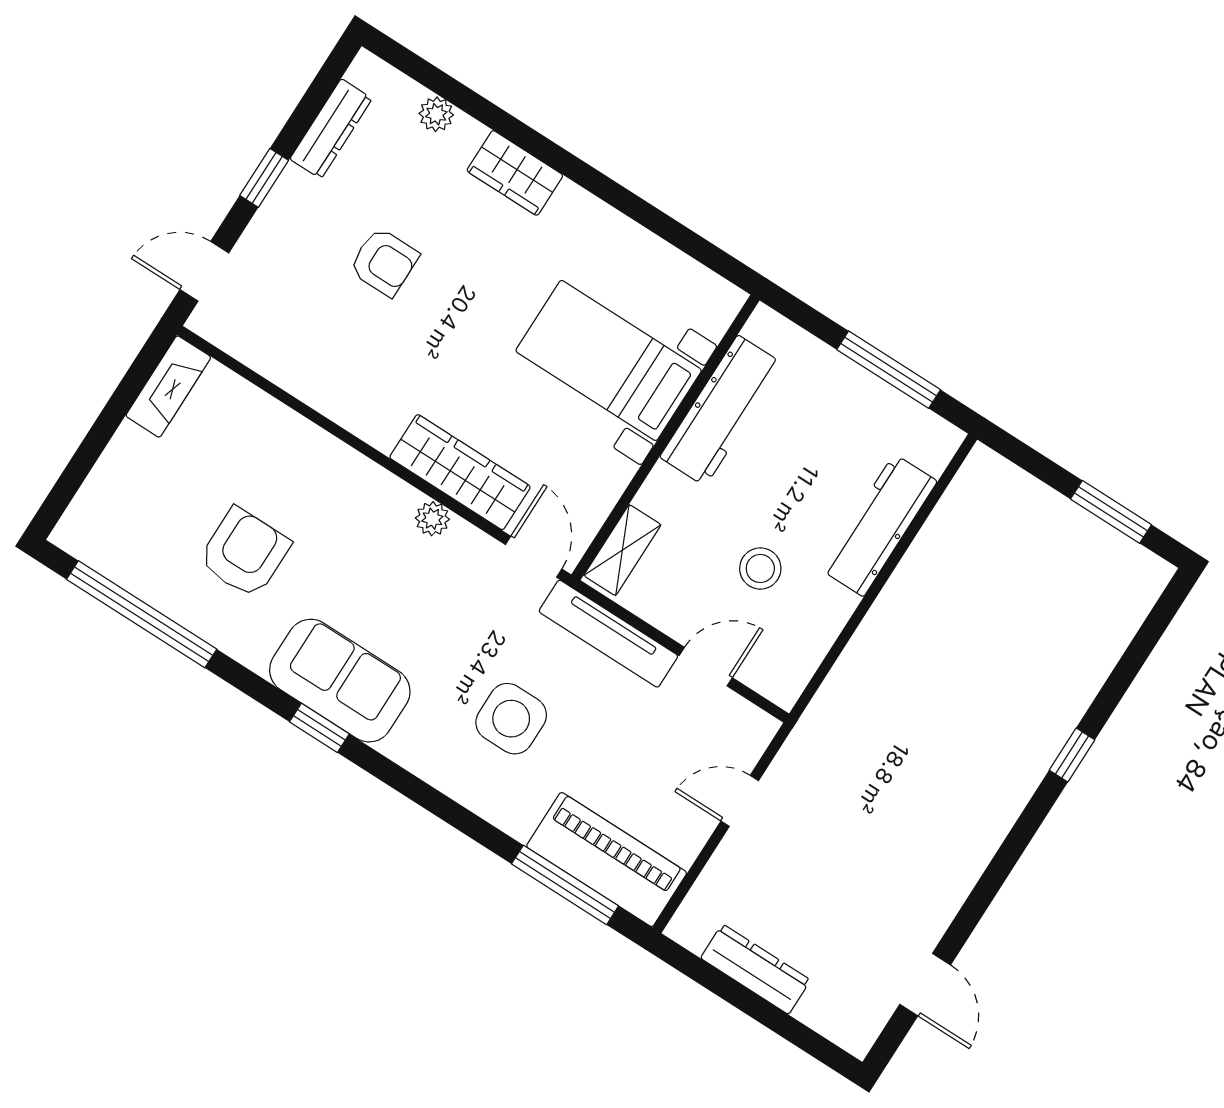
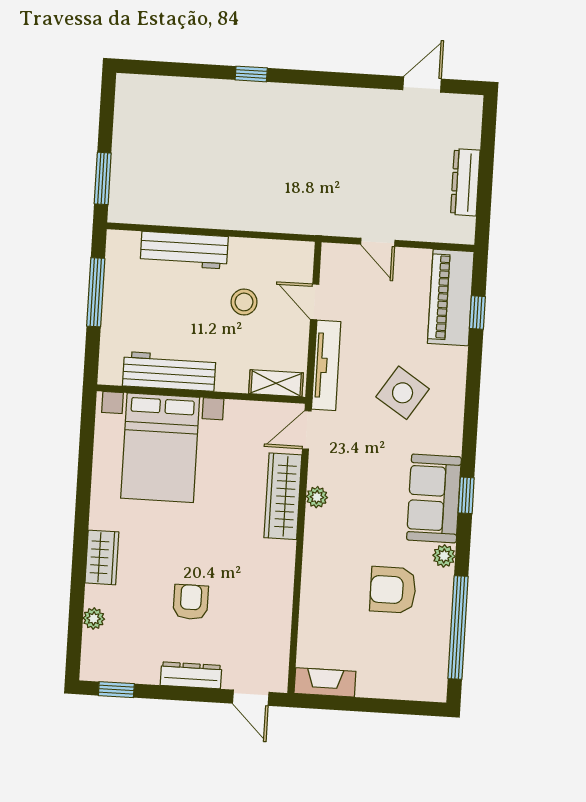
dresser: (331, 129) -> (191, 675), moved
window: (264, 178) -> (116, 690), moved
bed with nightstands: (609, 360) -> (160, 448), width x1.36
window: (1111, 512) -> (103, 178), moved
plant: (252, 650) -> (444, 556), added
side table: (511, 719) -> (403, 393), turned 33
window: (565, 885) -> (477, 312), width x0.46

